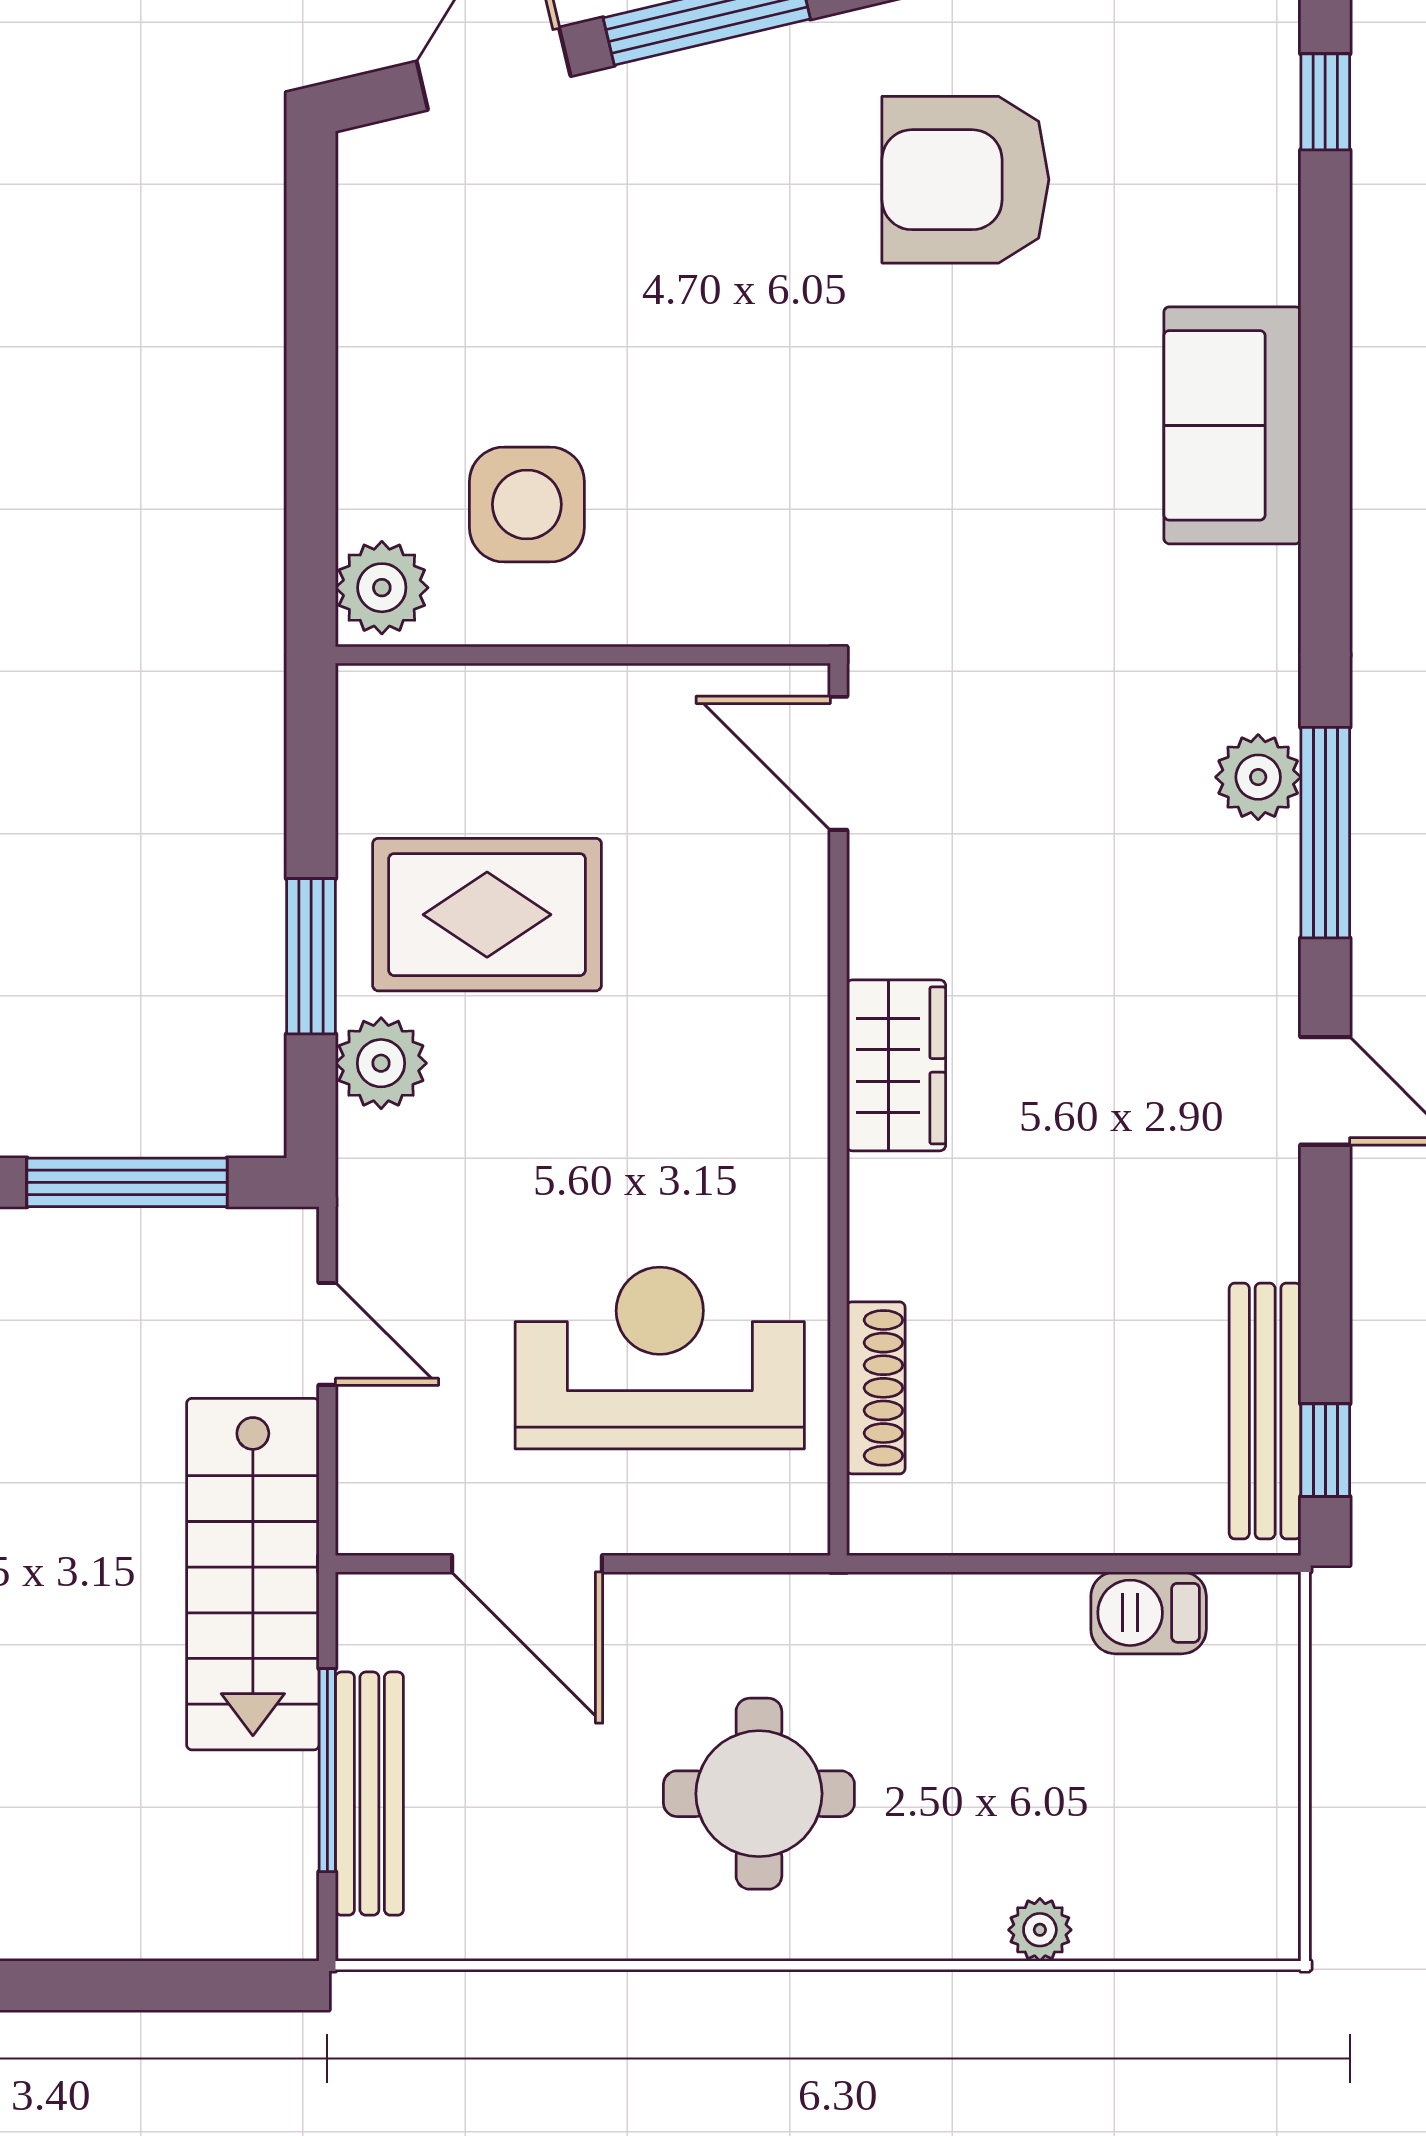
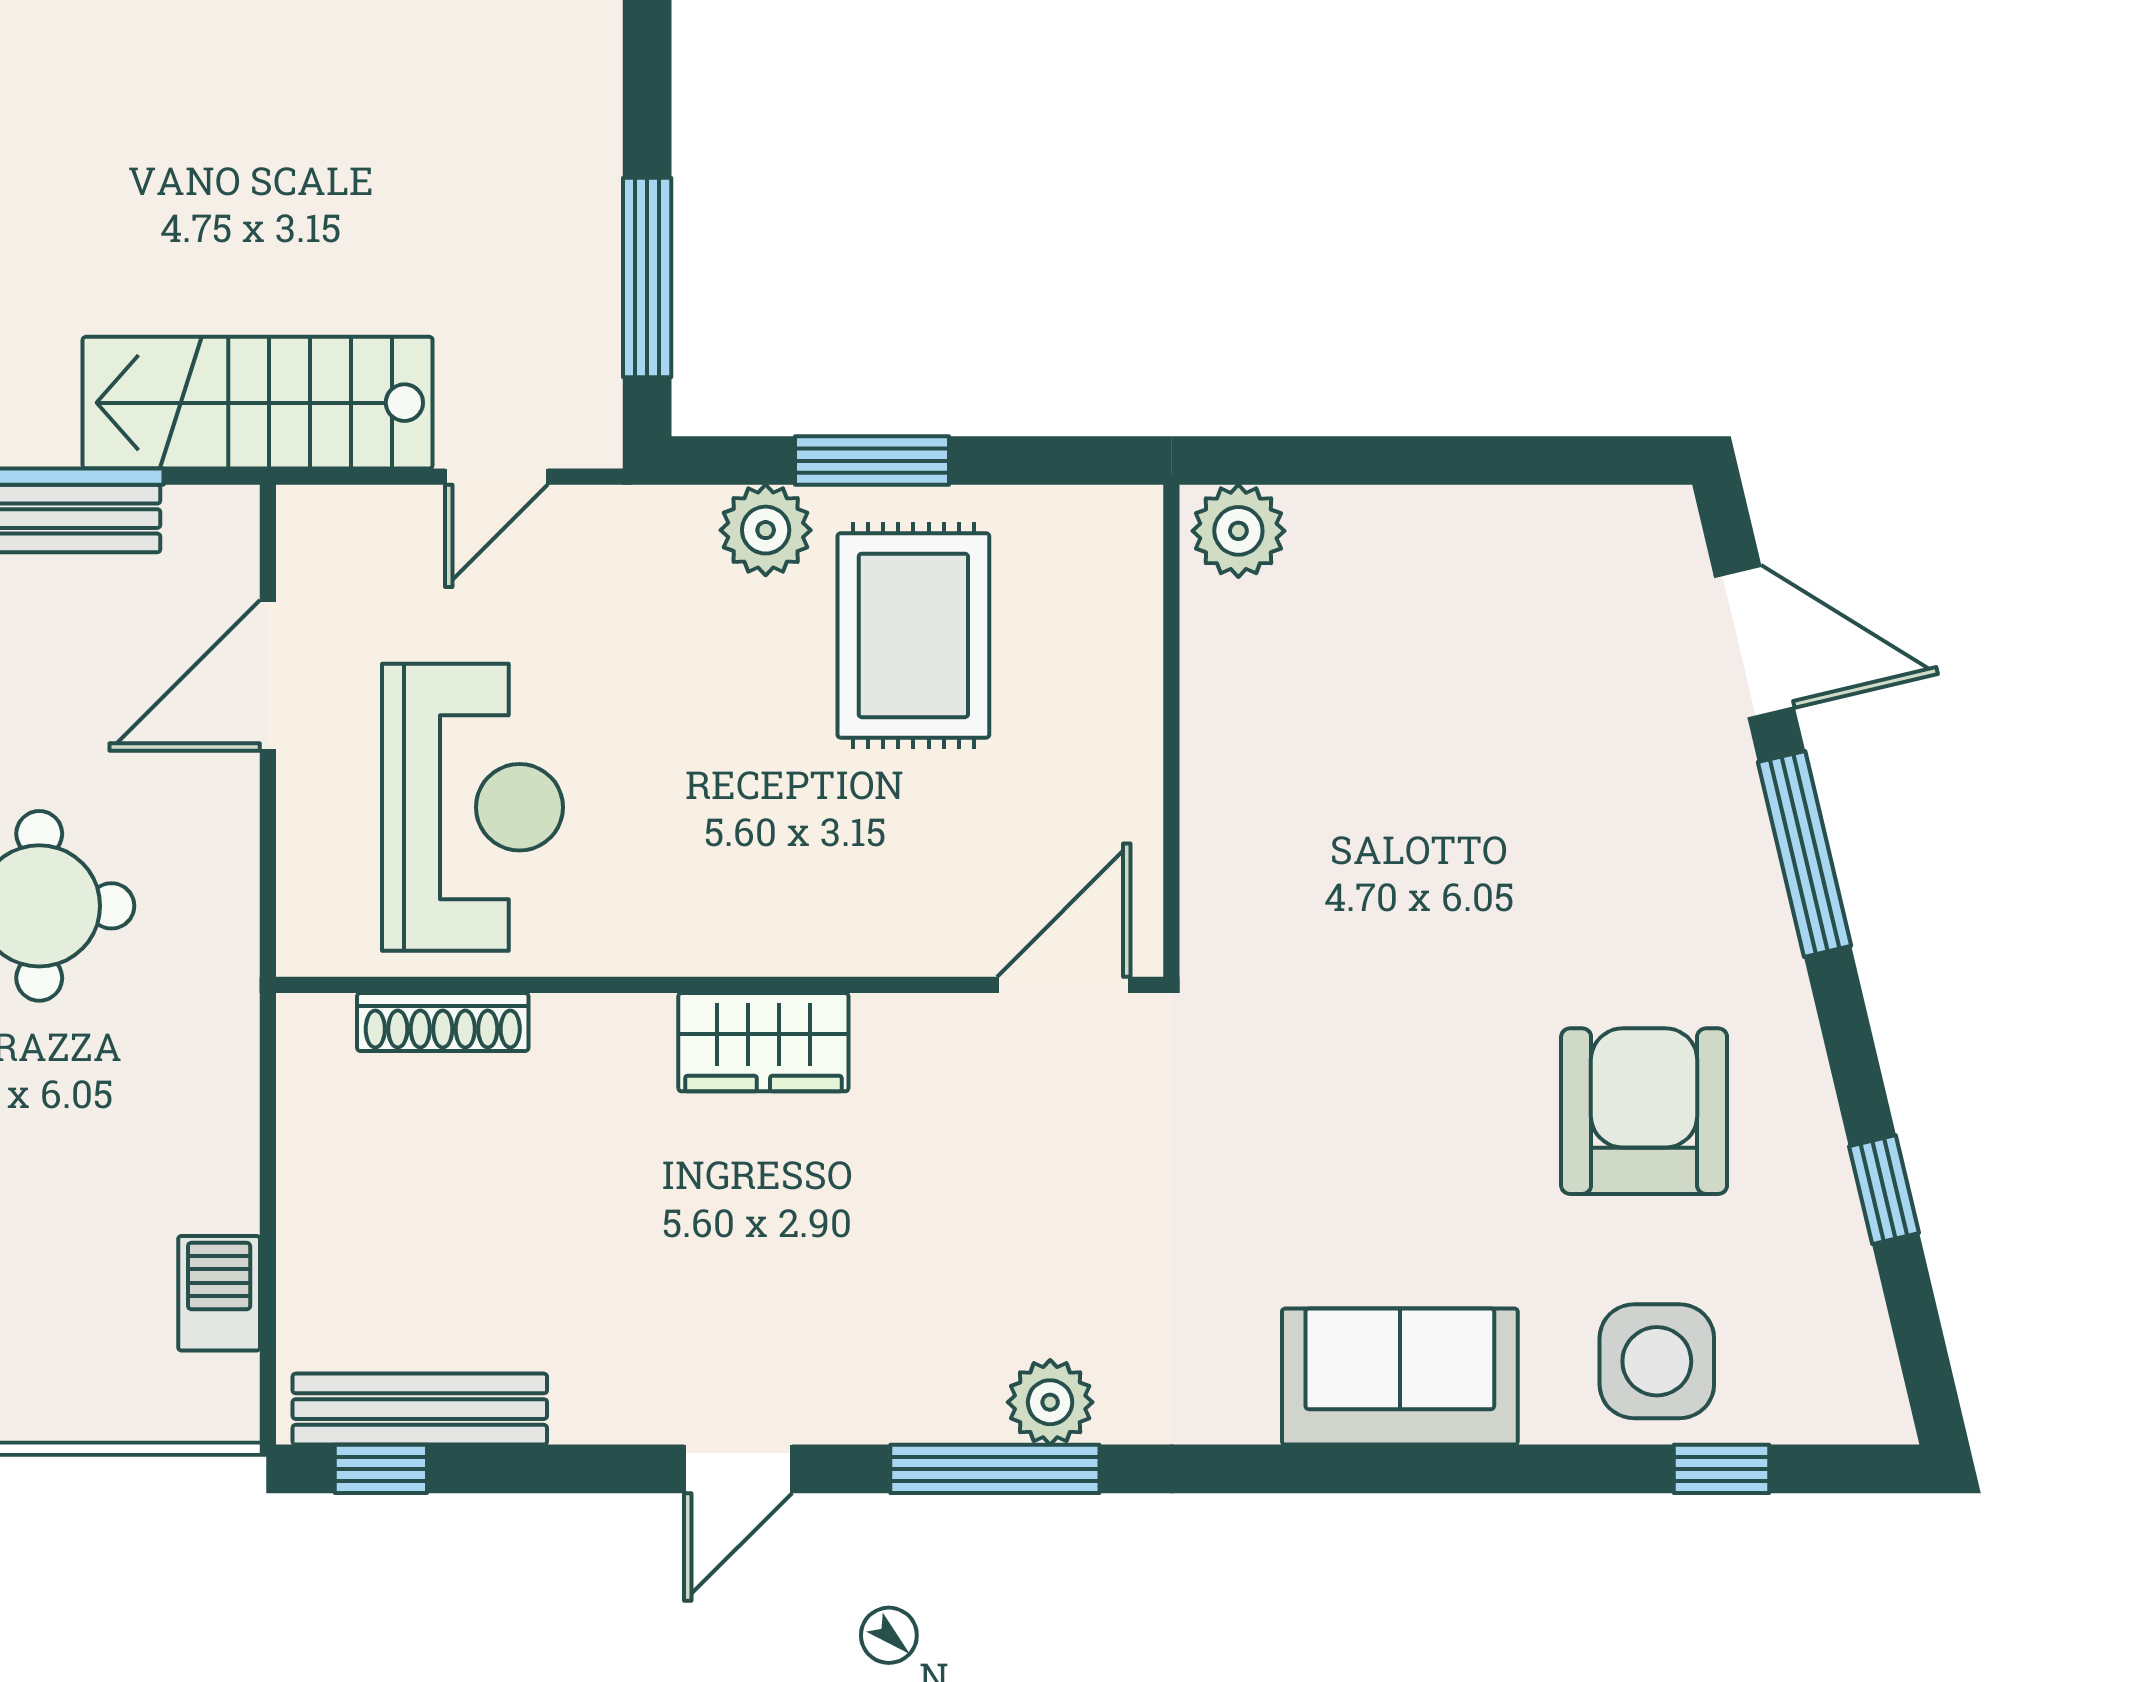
side table: (527, 504) -> (1657, 1361), moved

